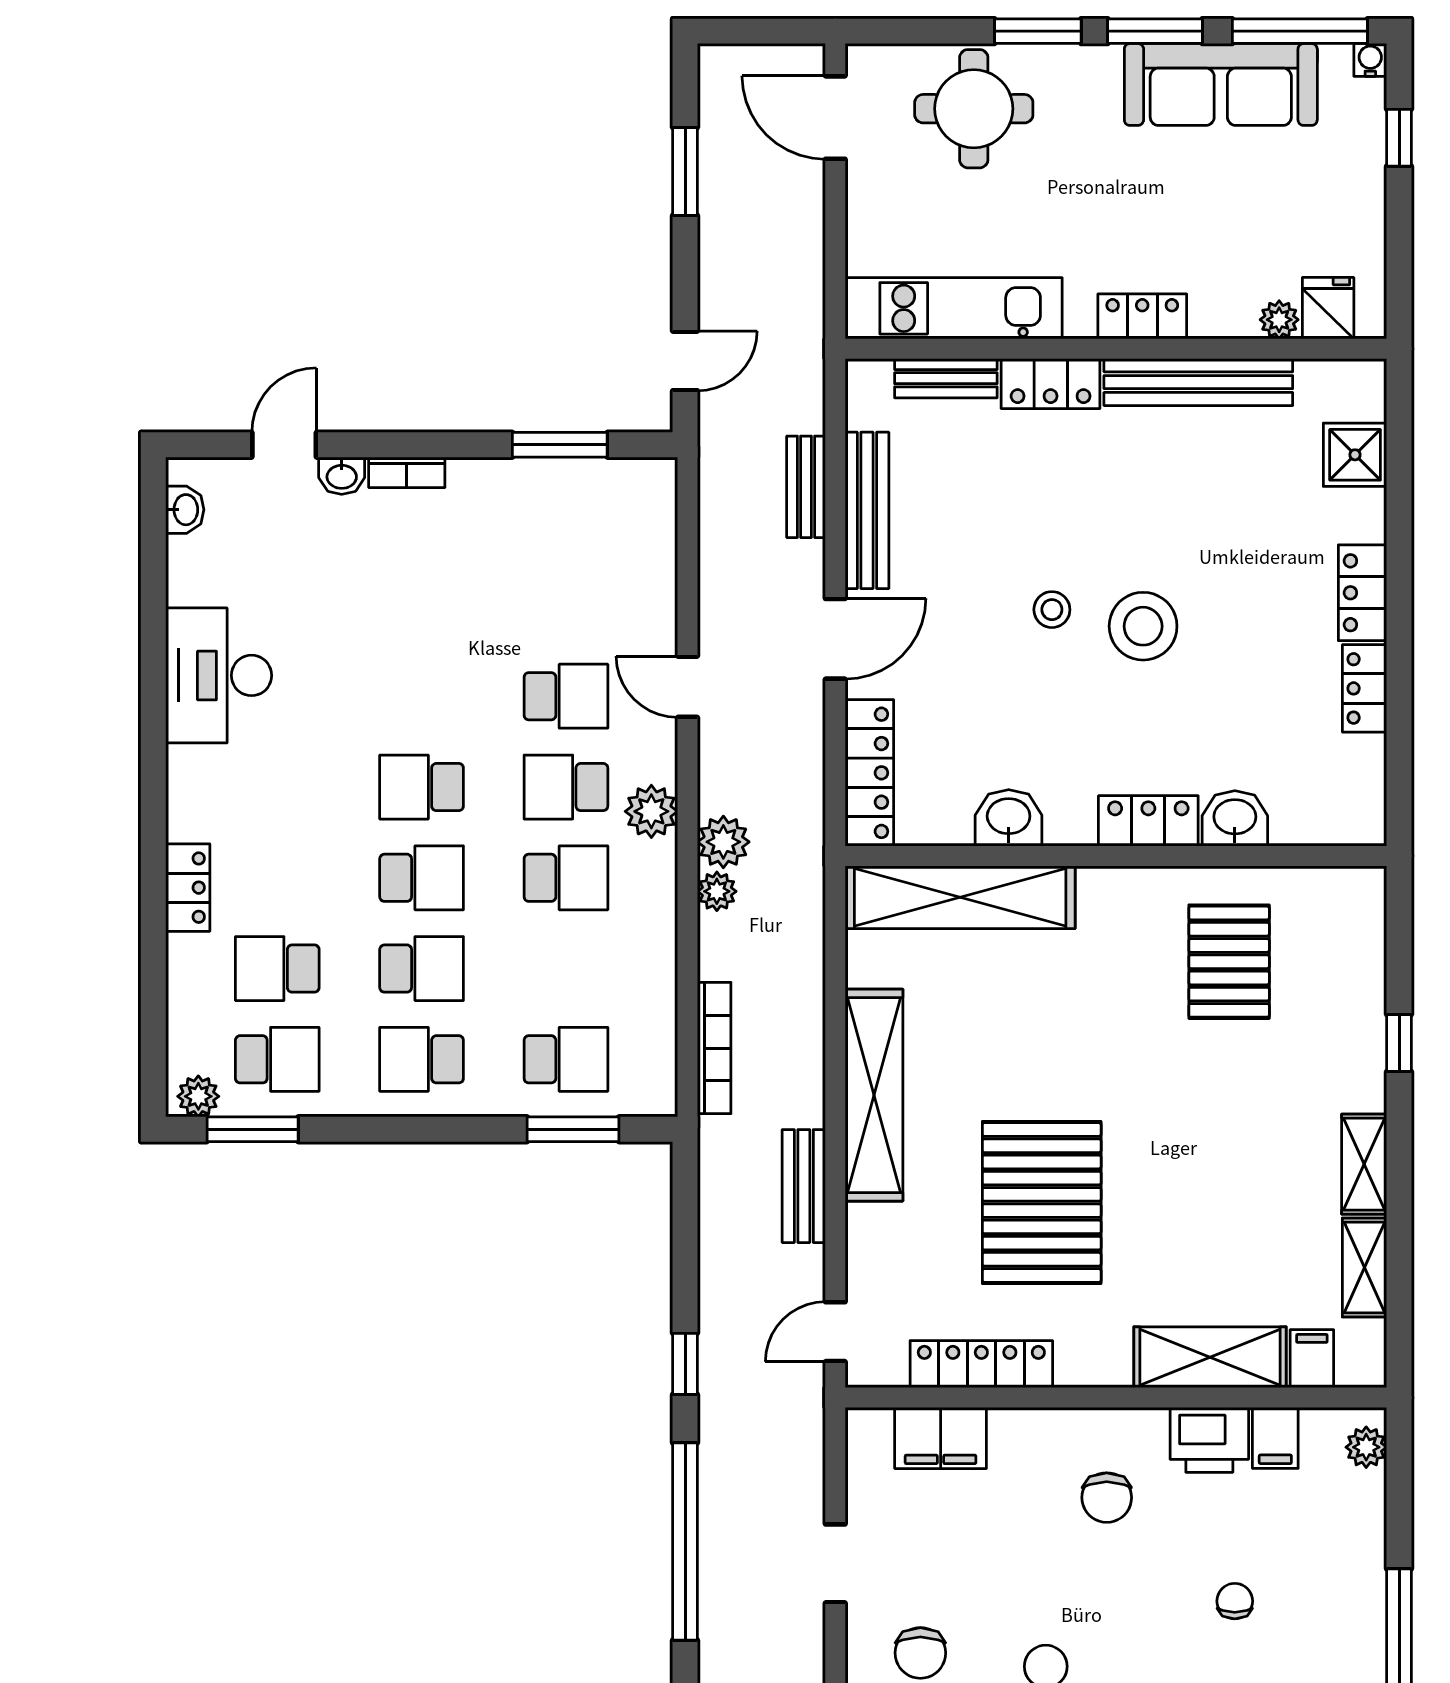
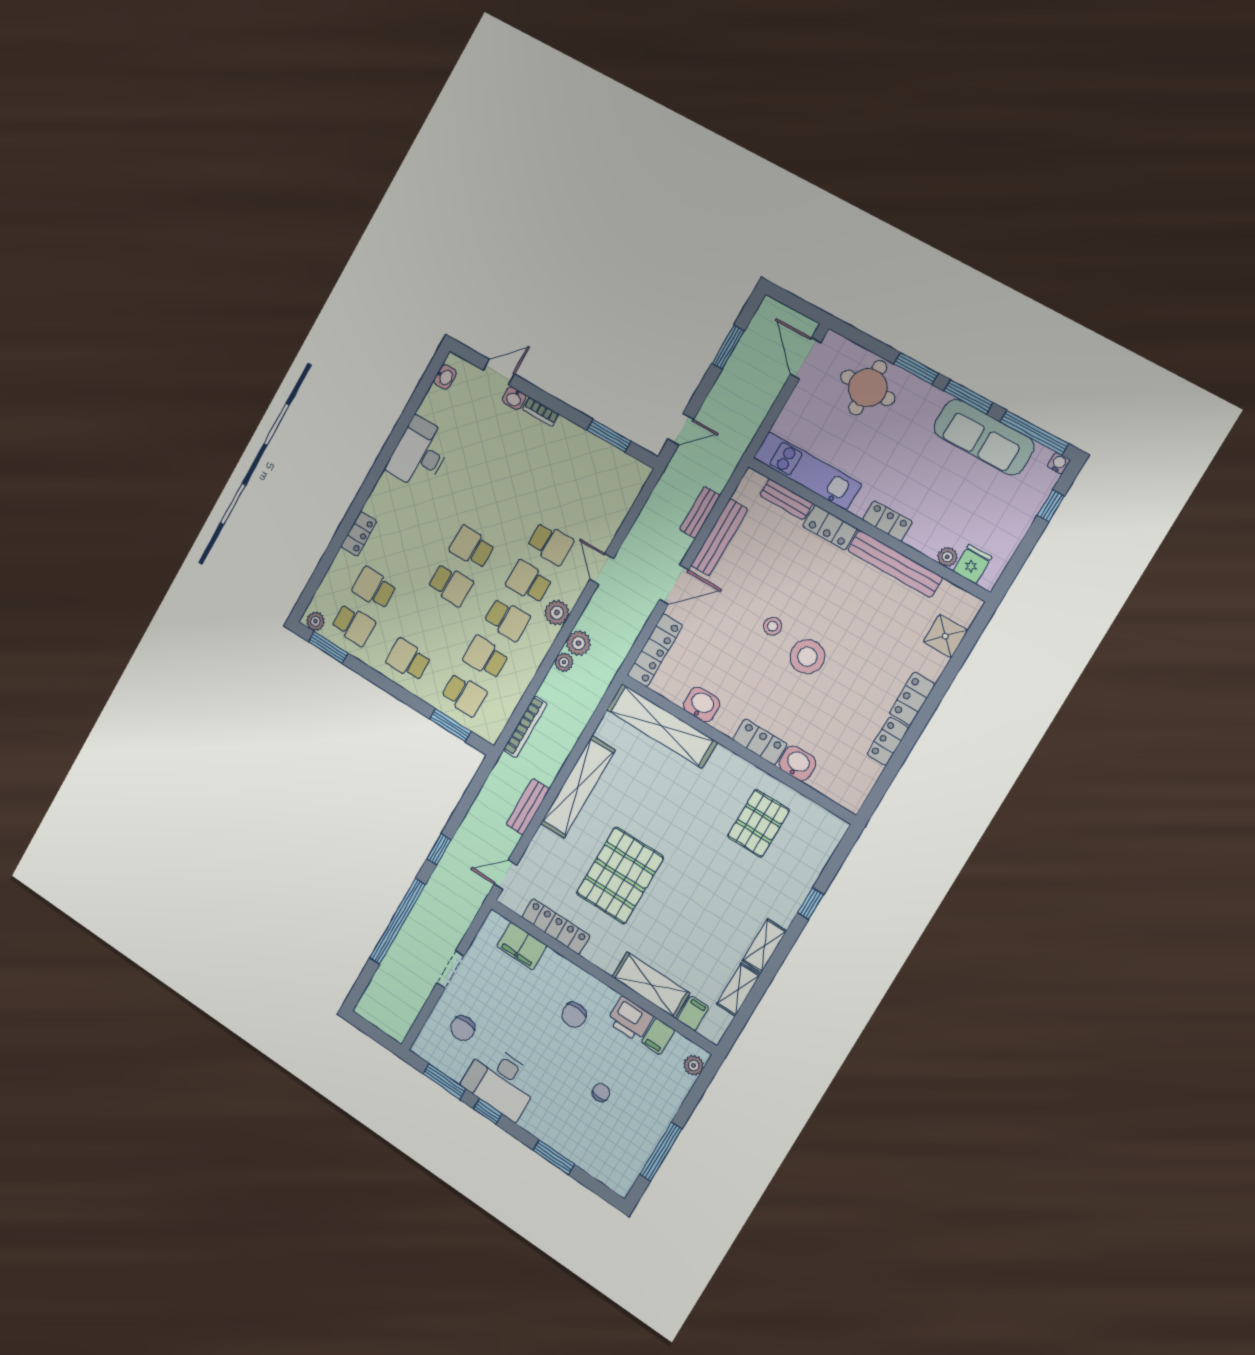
school desk: (422, 969) -> (486, 657), moved, turned 180

